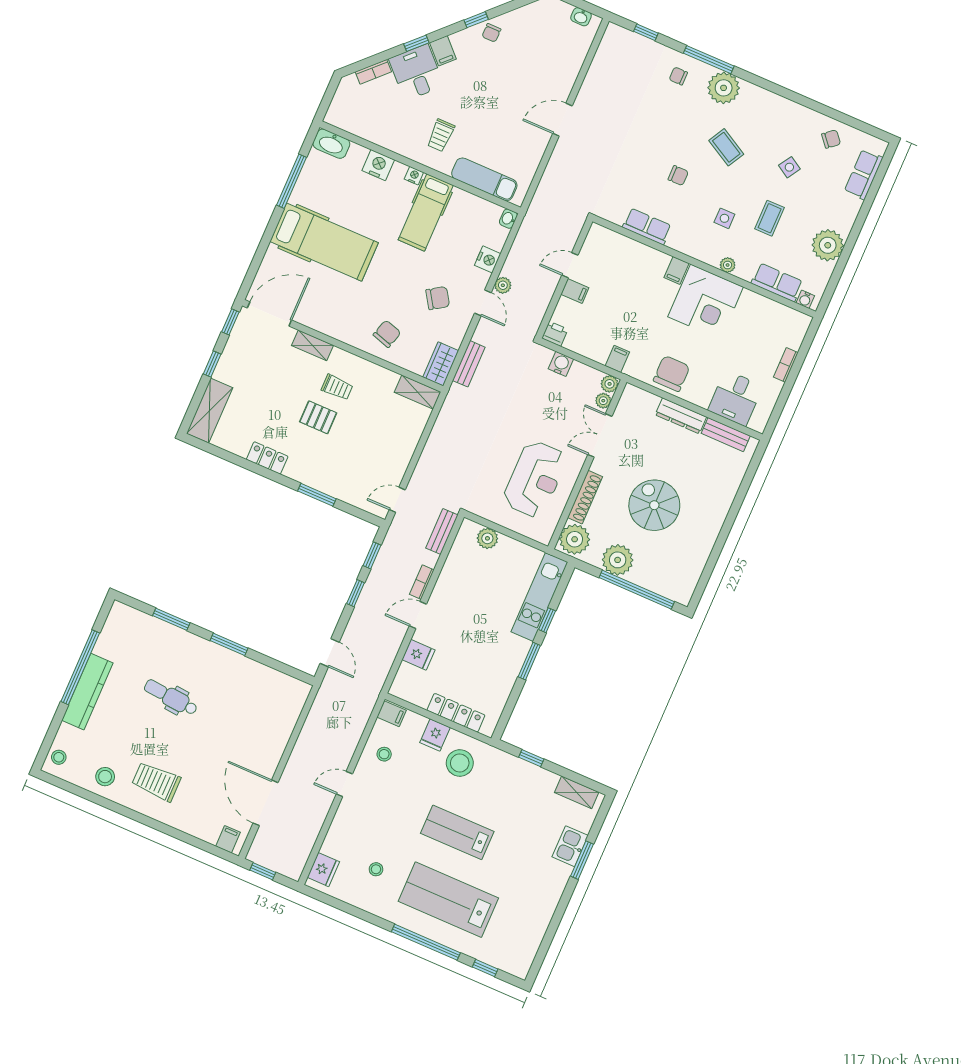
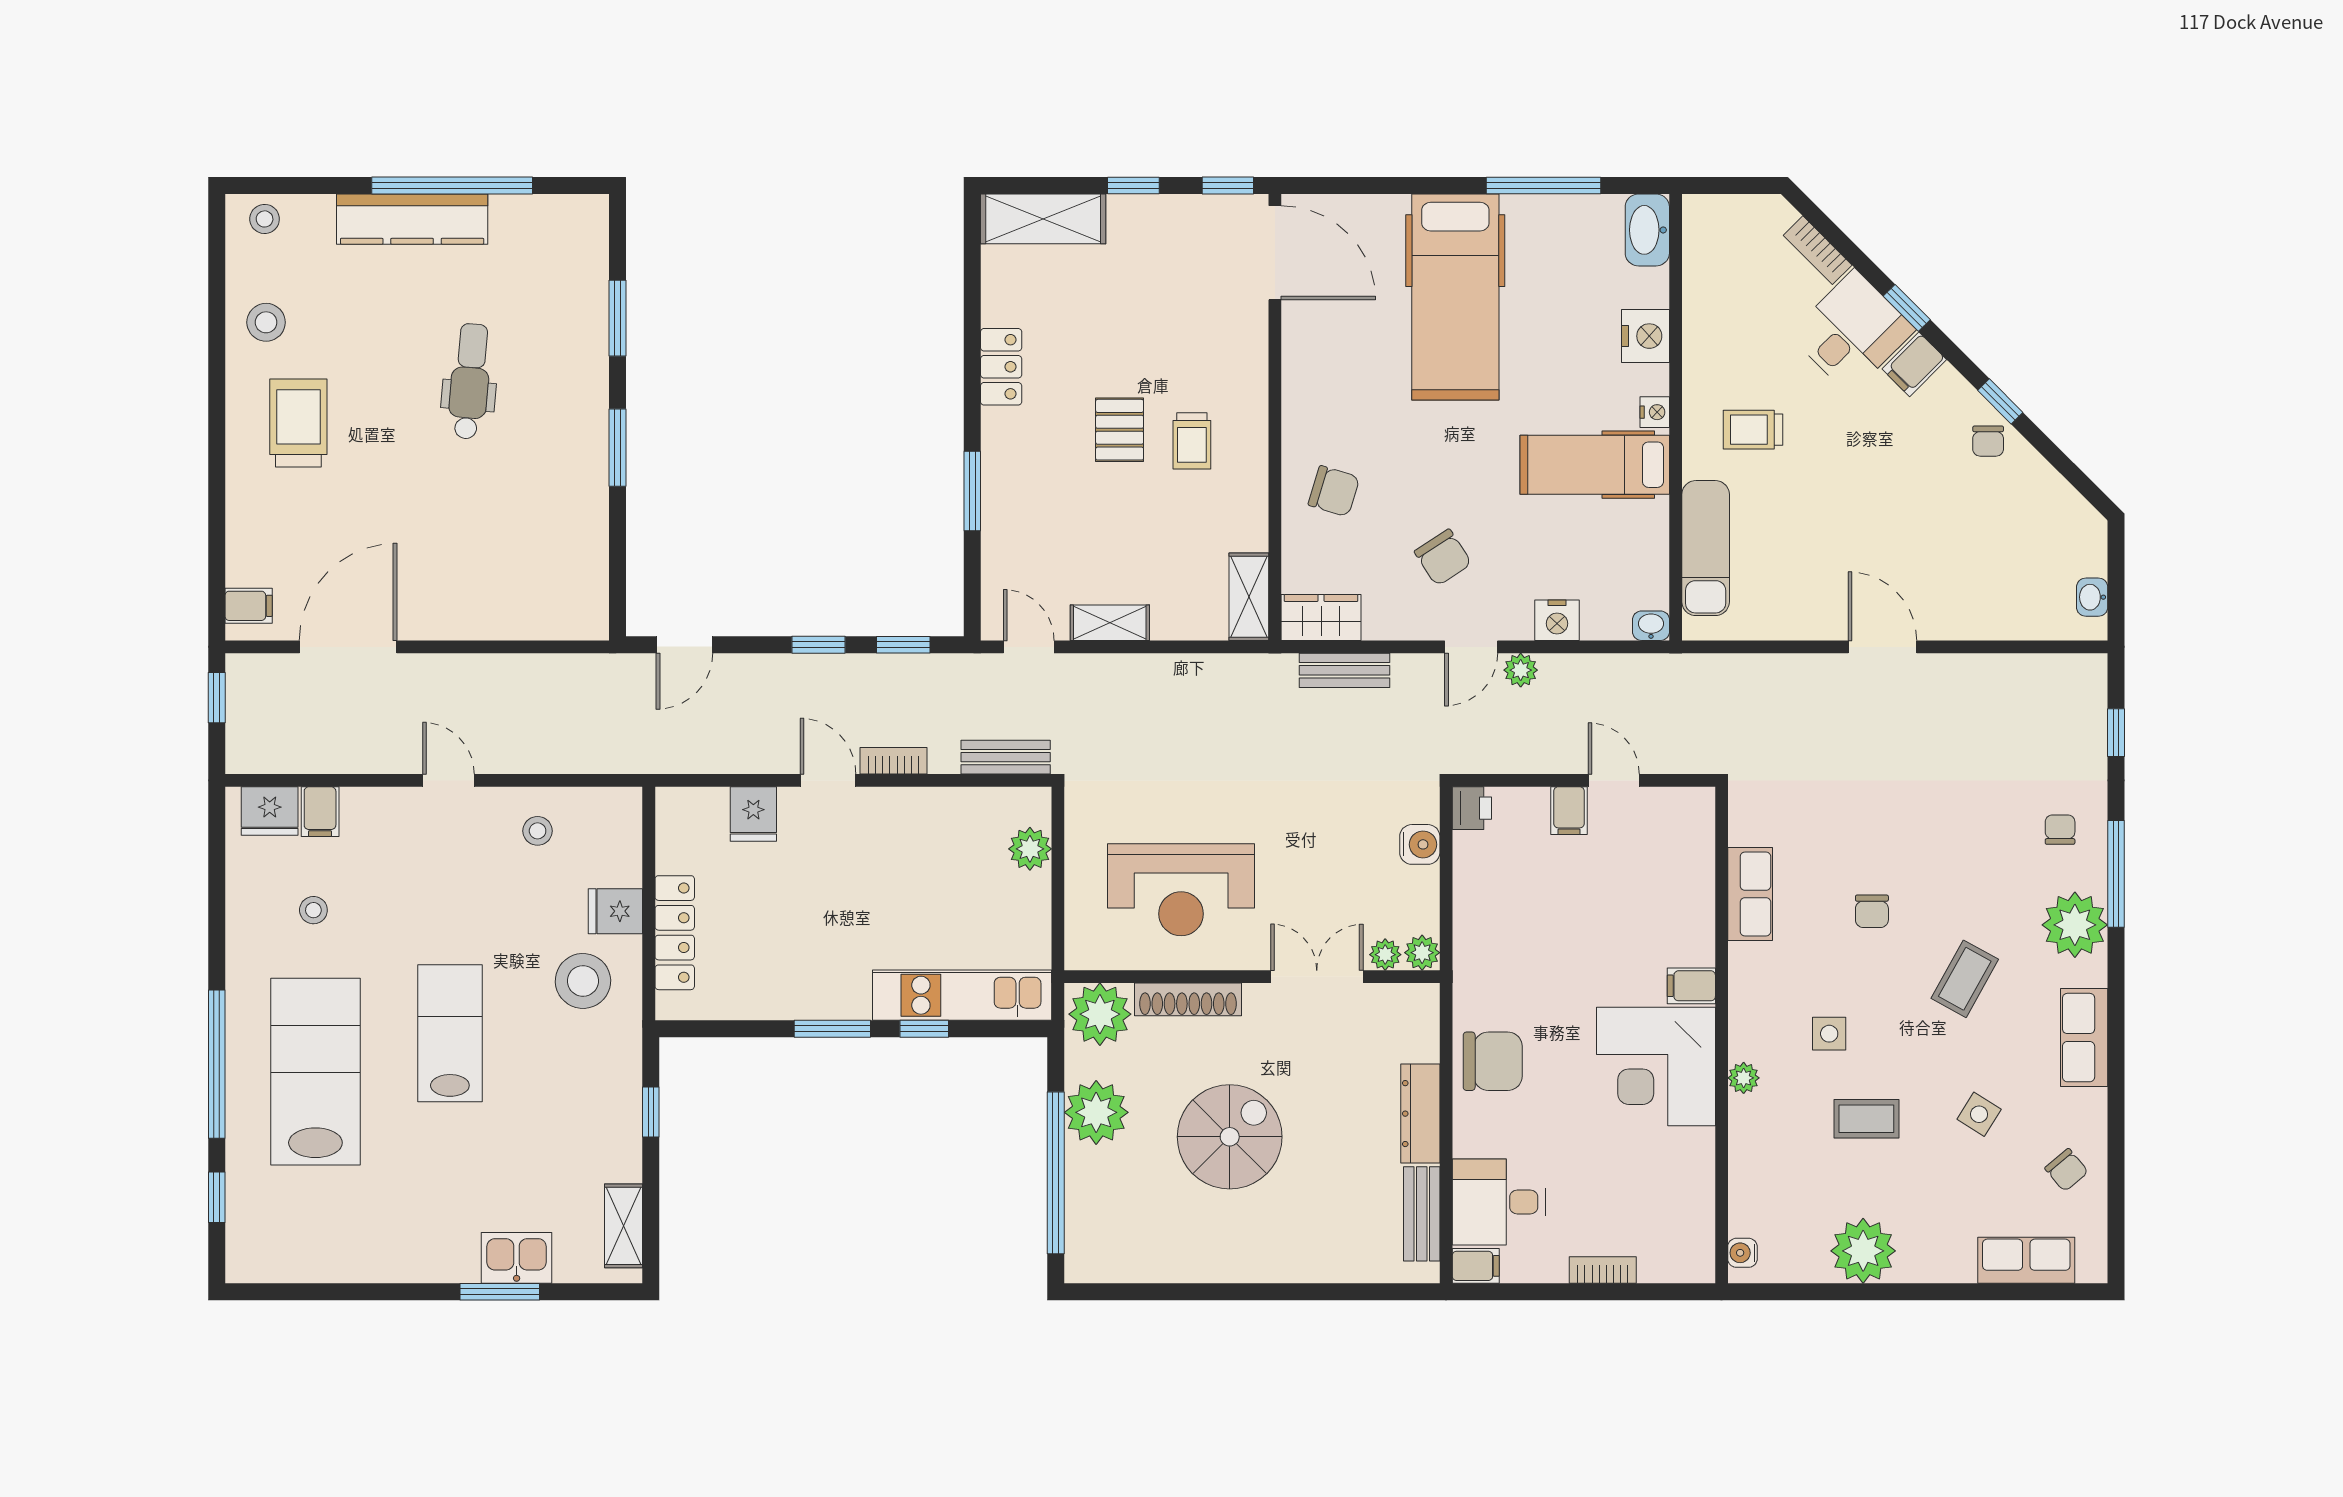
chair: (491, 33) -> (1988, 441), turned -90
row of seats: (777, 282) -> (2084, 1038), moved, turned 180
shelving: (312, 345) -> (1110, 623), moved, turned 90
filing cabinet: (617, 359) -> (1476, 1266), moved
filing cabinet: (392, 714) -> (320, 812), moved

